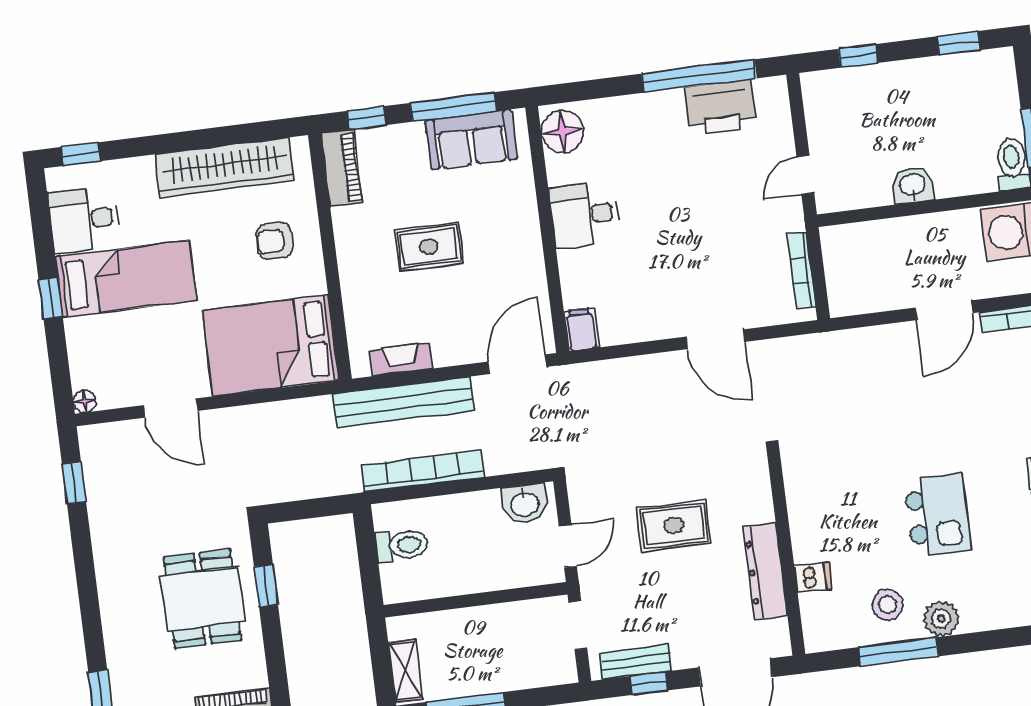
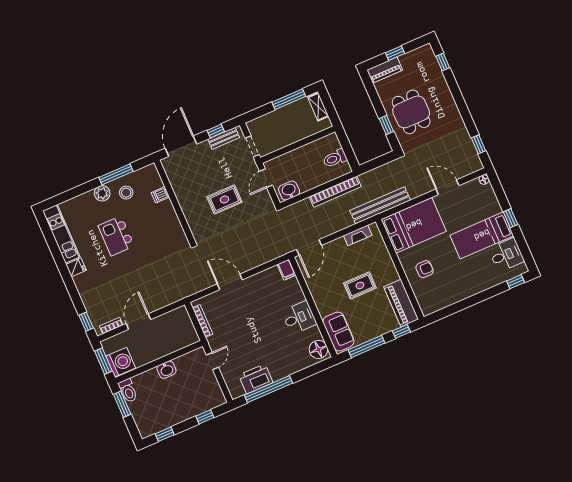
sofa: (471, 140) -> (338, 332), moved, turned 90
wardrobe: (225, 167) -> (454, 294), removed
piano: (342, 168) -> (401, 303), width x1.37, depth x1.33
bench: (404, 402) -> (380, 205), moved
dresser: (765, 571) -> (181, 192), removed

